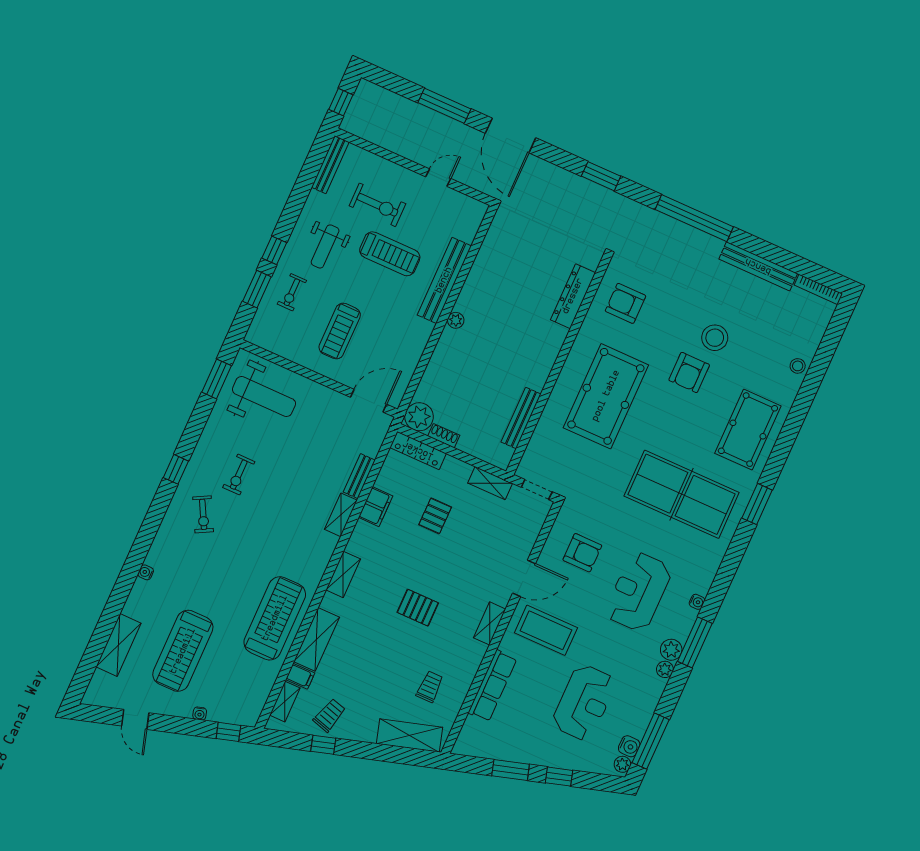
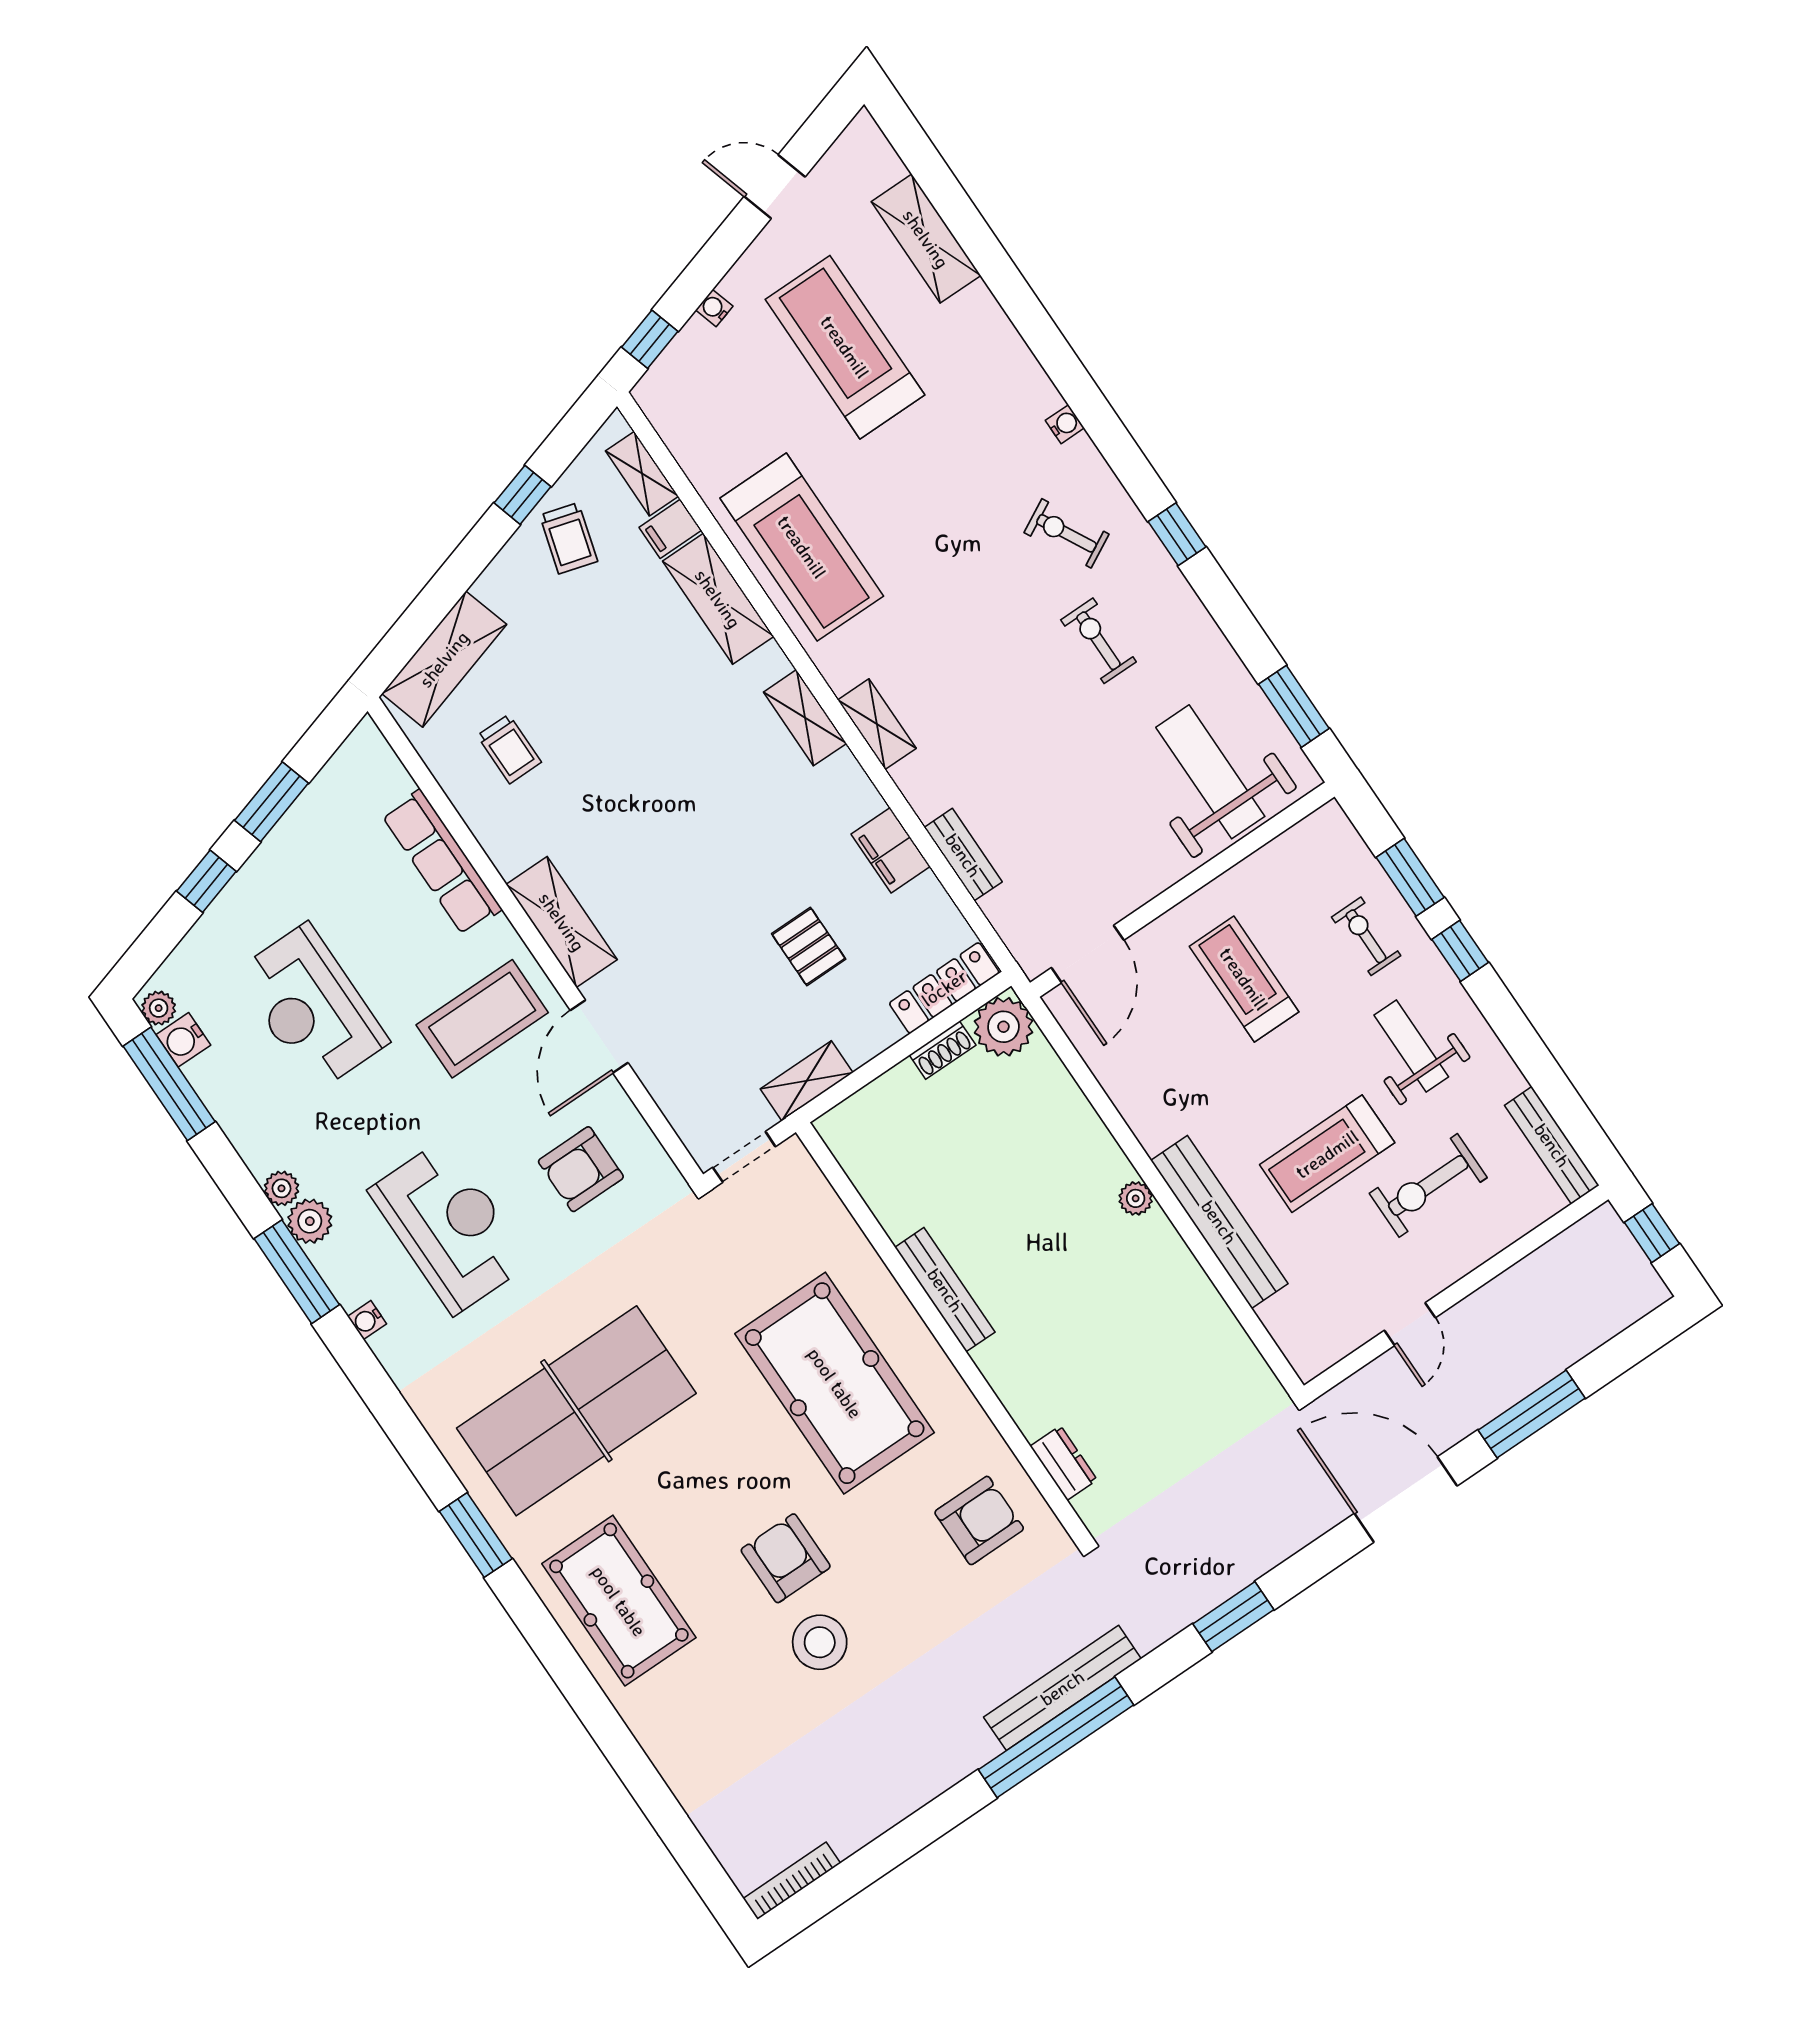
bench: (758, 266) -> (1062, 1688), moved
dresser: (573, 296) -> (1064, 1463), width x0.51, depth x0.80
stool: (798, 366) -> (678, 1759), removed
weight bench: (264, 396) -> (1210, 772), turned 90
bench: (521, 418) -> (945, 1290), moved
shelving: (341, 515) -> (877, 724), moved
water cooler: (146, 572) -> (1065, 424), moved
pallet: (418, 608) -> (664, 815), removed
shelving: (490, 623) -> (562, 922), width x1.50, depth x1.33

